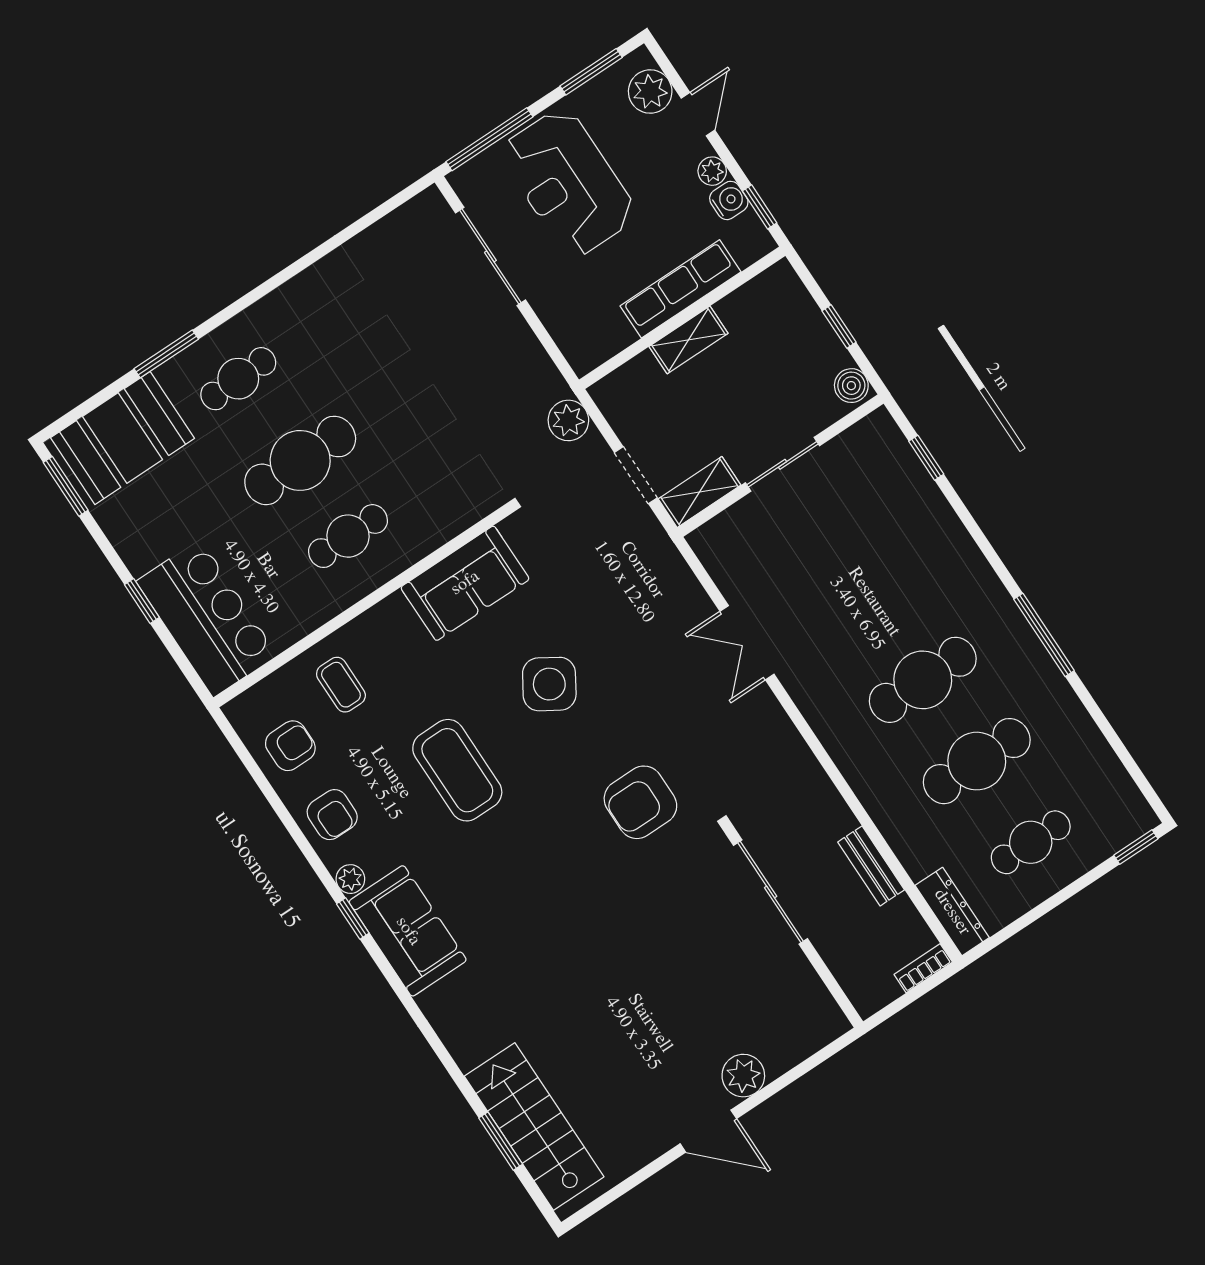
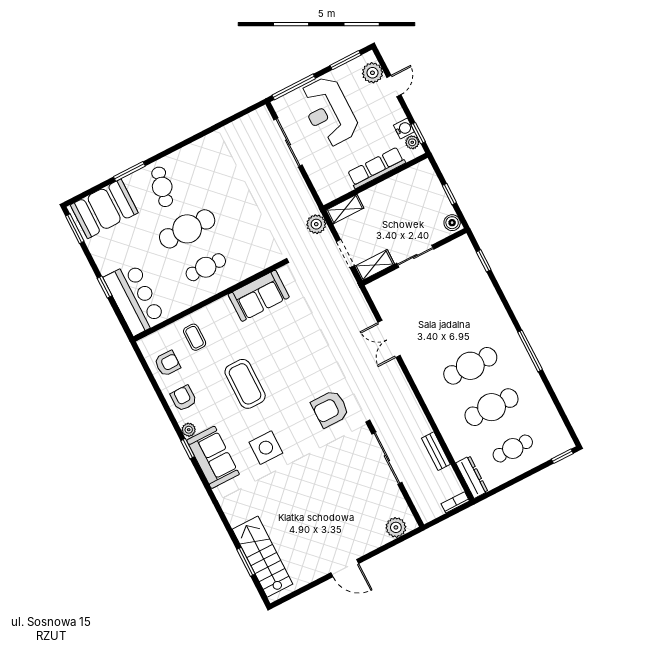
plant: (712, 171) -> (412, 142), moved
shelving: (689, 340) -> (345, 209), moved
cafe table: (238, 379) -> (162, 187), turned -75
side table: (549, 684) -> (266, 448), moved, turned -32
armchair: (332, 815) -> (183, 398), turned 180
plant: (743, 1076) -> (396, 527), moved

